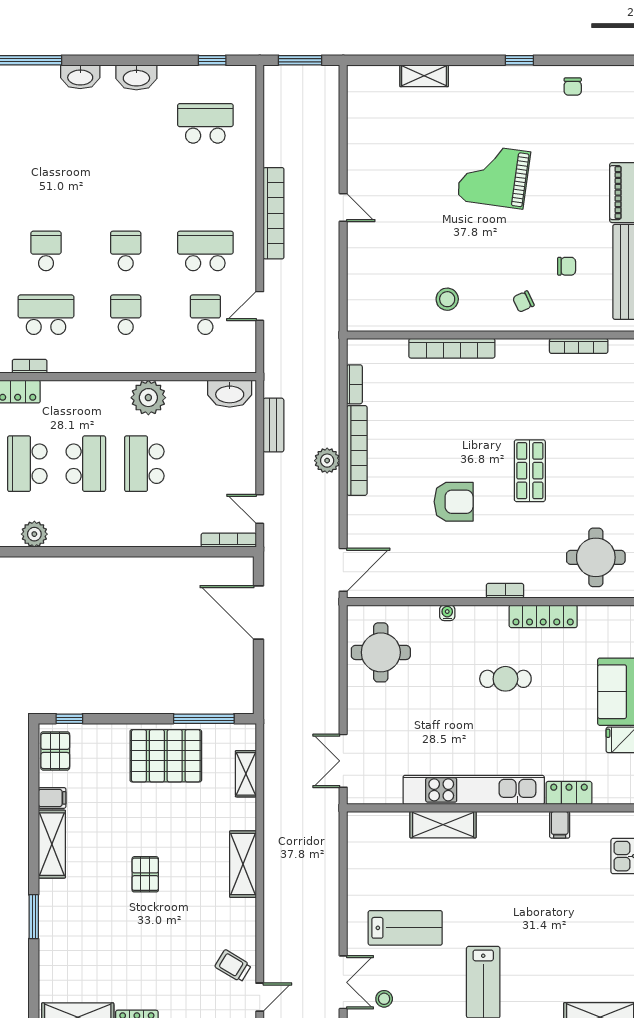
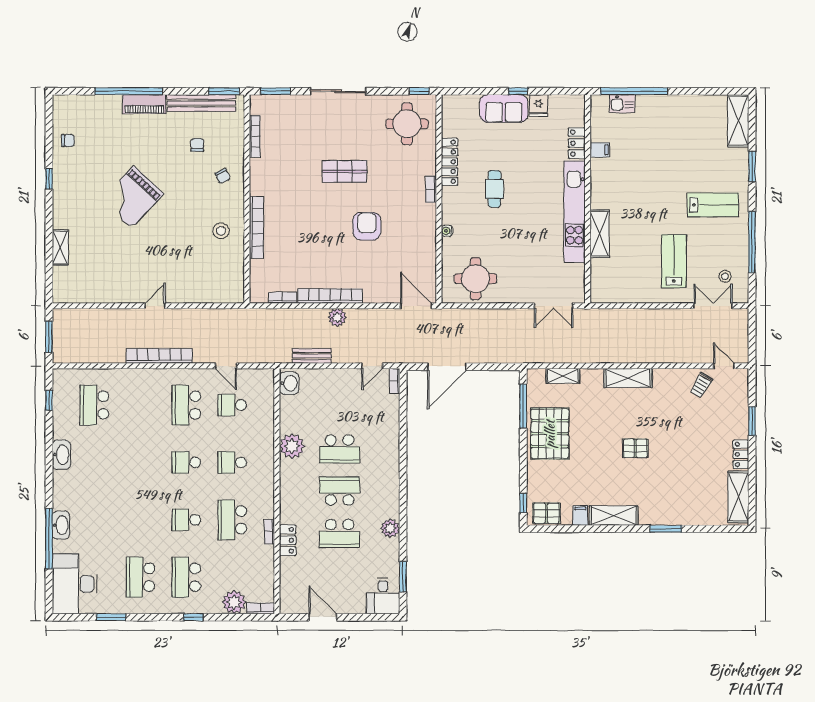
washbasin: (80, 77) -> (61, 525), moved
grand piano: (494, 176) -> (132, 197), turned 35
washbasin: (230, 394) -> (289, 383), width x0.72
bookcase: (229, 540) -> (395, 381), width x0.64

